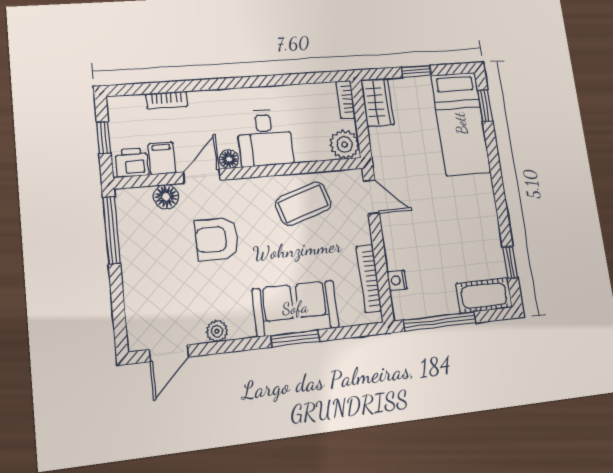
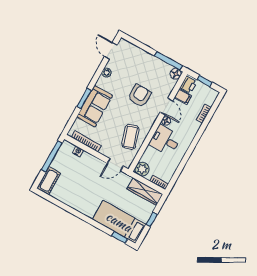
wardrobe: (377, 102) -> (145, 192), width x1.50
floor lamp: (166, 197) -> (176, 74), moved
window: (510, 262) -> (54, 201), removed

